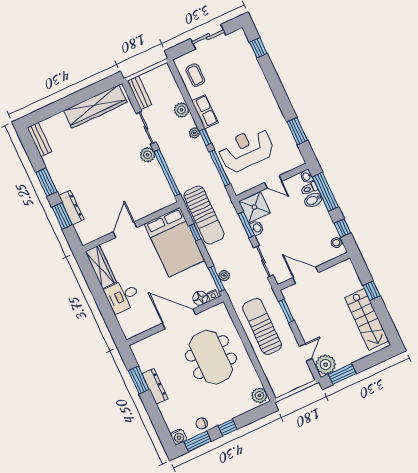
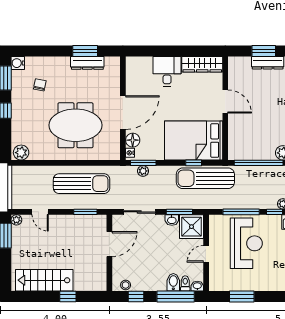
plant: (326, 365) -> (16, 220), width x0.53, depth x0.53
dresser: (155, 386) -> (87, 63), moved
chair: (202, 423) -> (40, 85), moved

